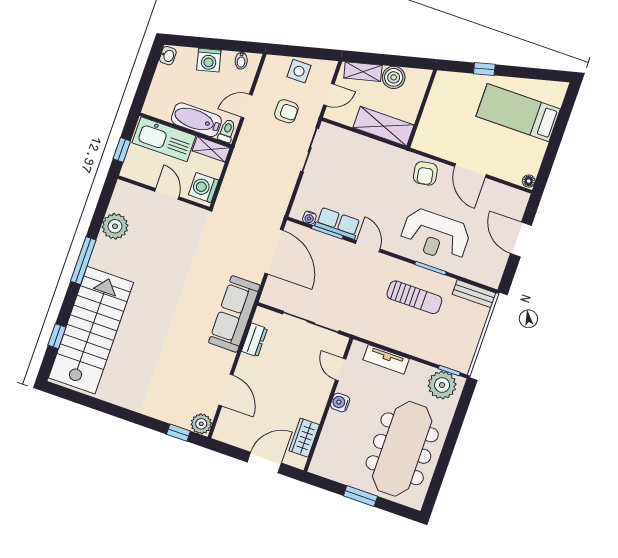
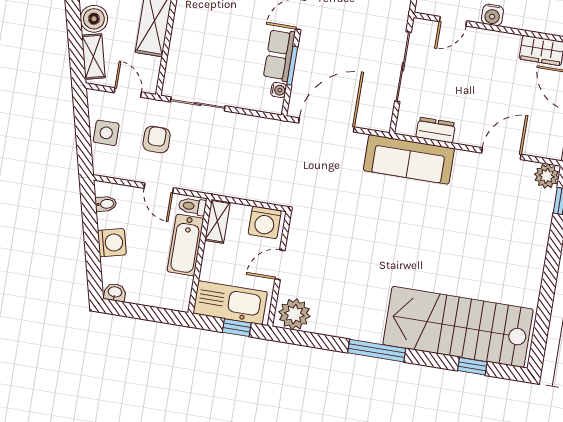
kitchen sink: (164, 139) -> (230, 303), moved, turned -90
plant: (115, 226) -> (294, 314), moved

